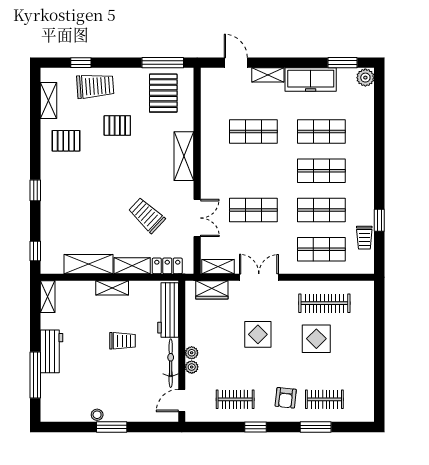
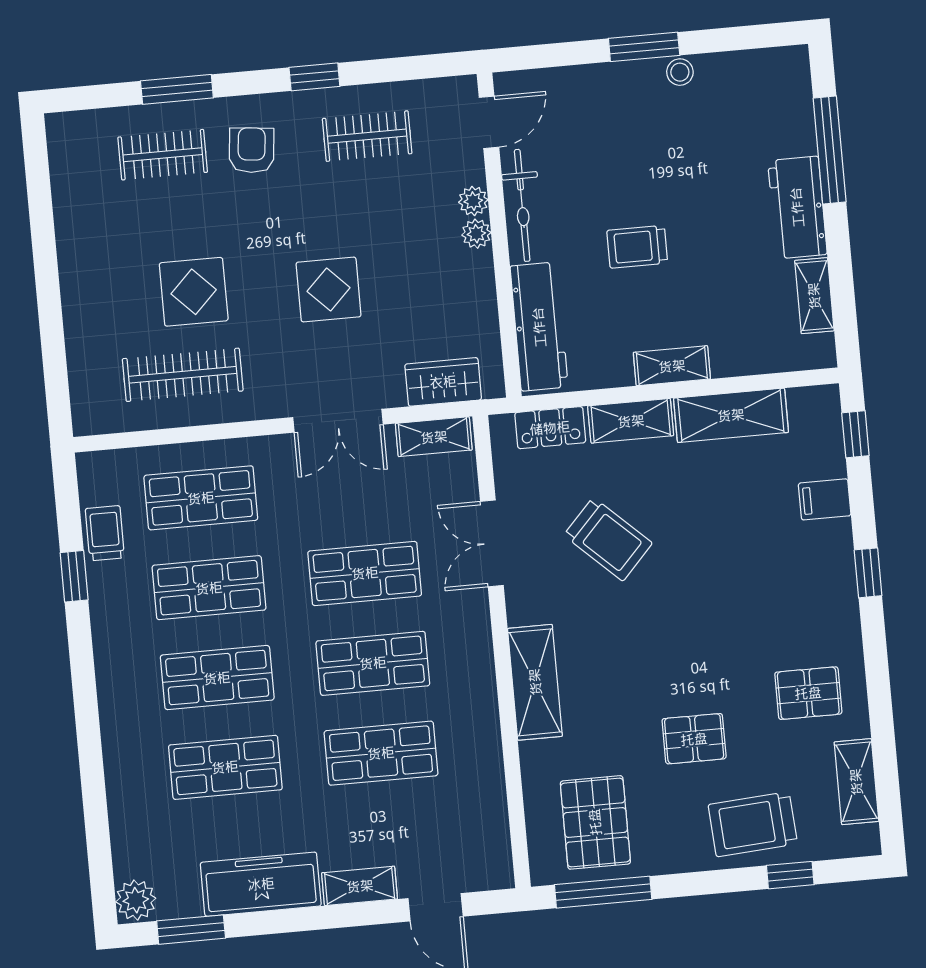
shop shelf: (253, 171) -> (373, 663), added
filing cabinet: (51, 224) -> (825, 499), added
shelving: (48, 297) -> (814, 296), moved

